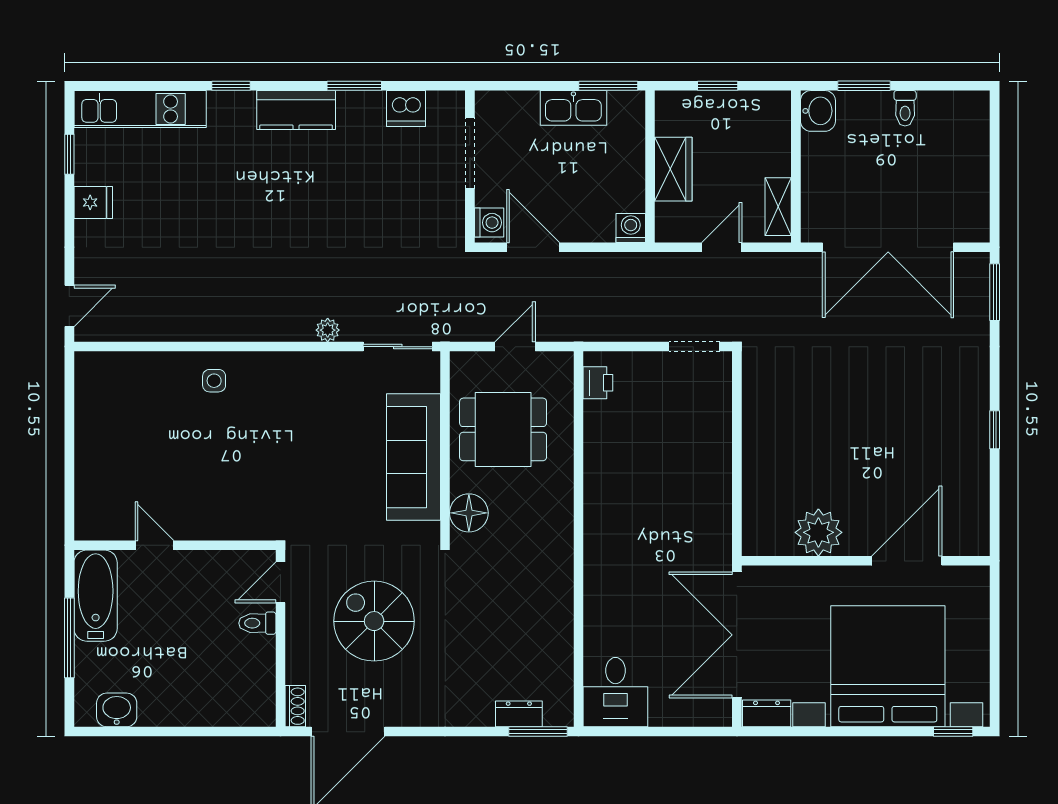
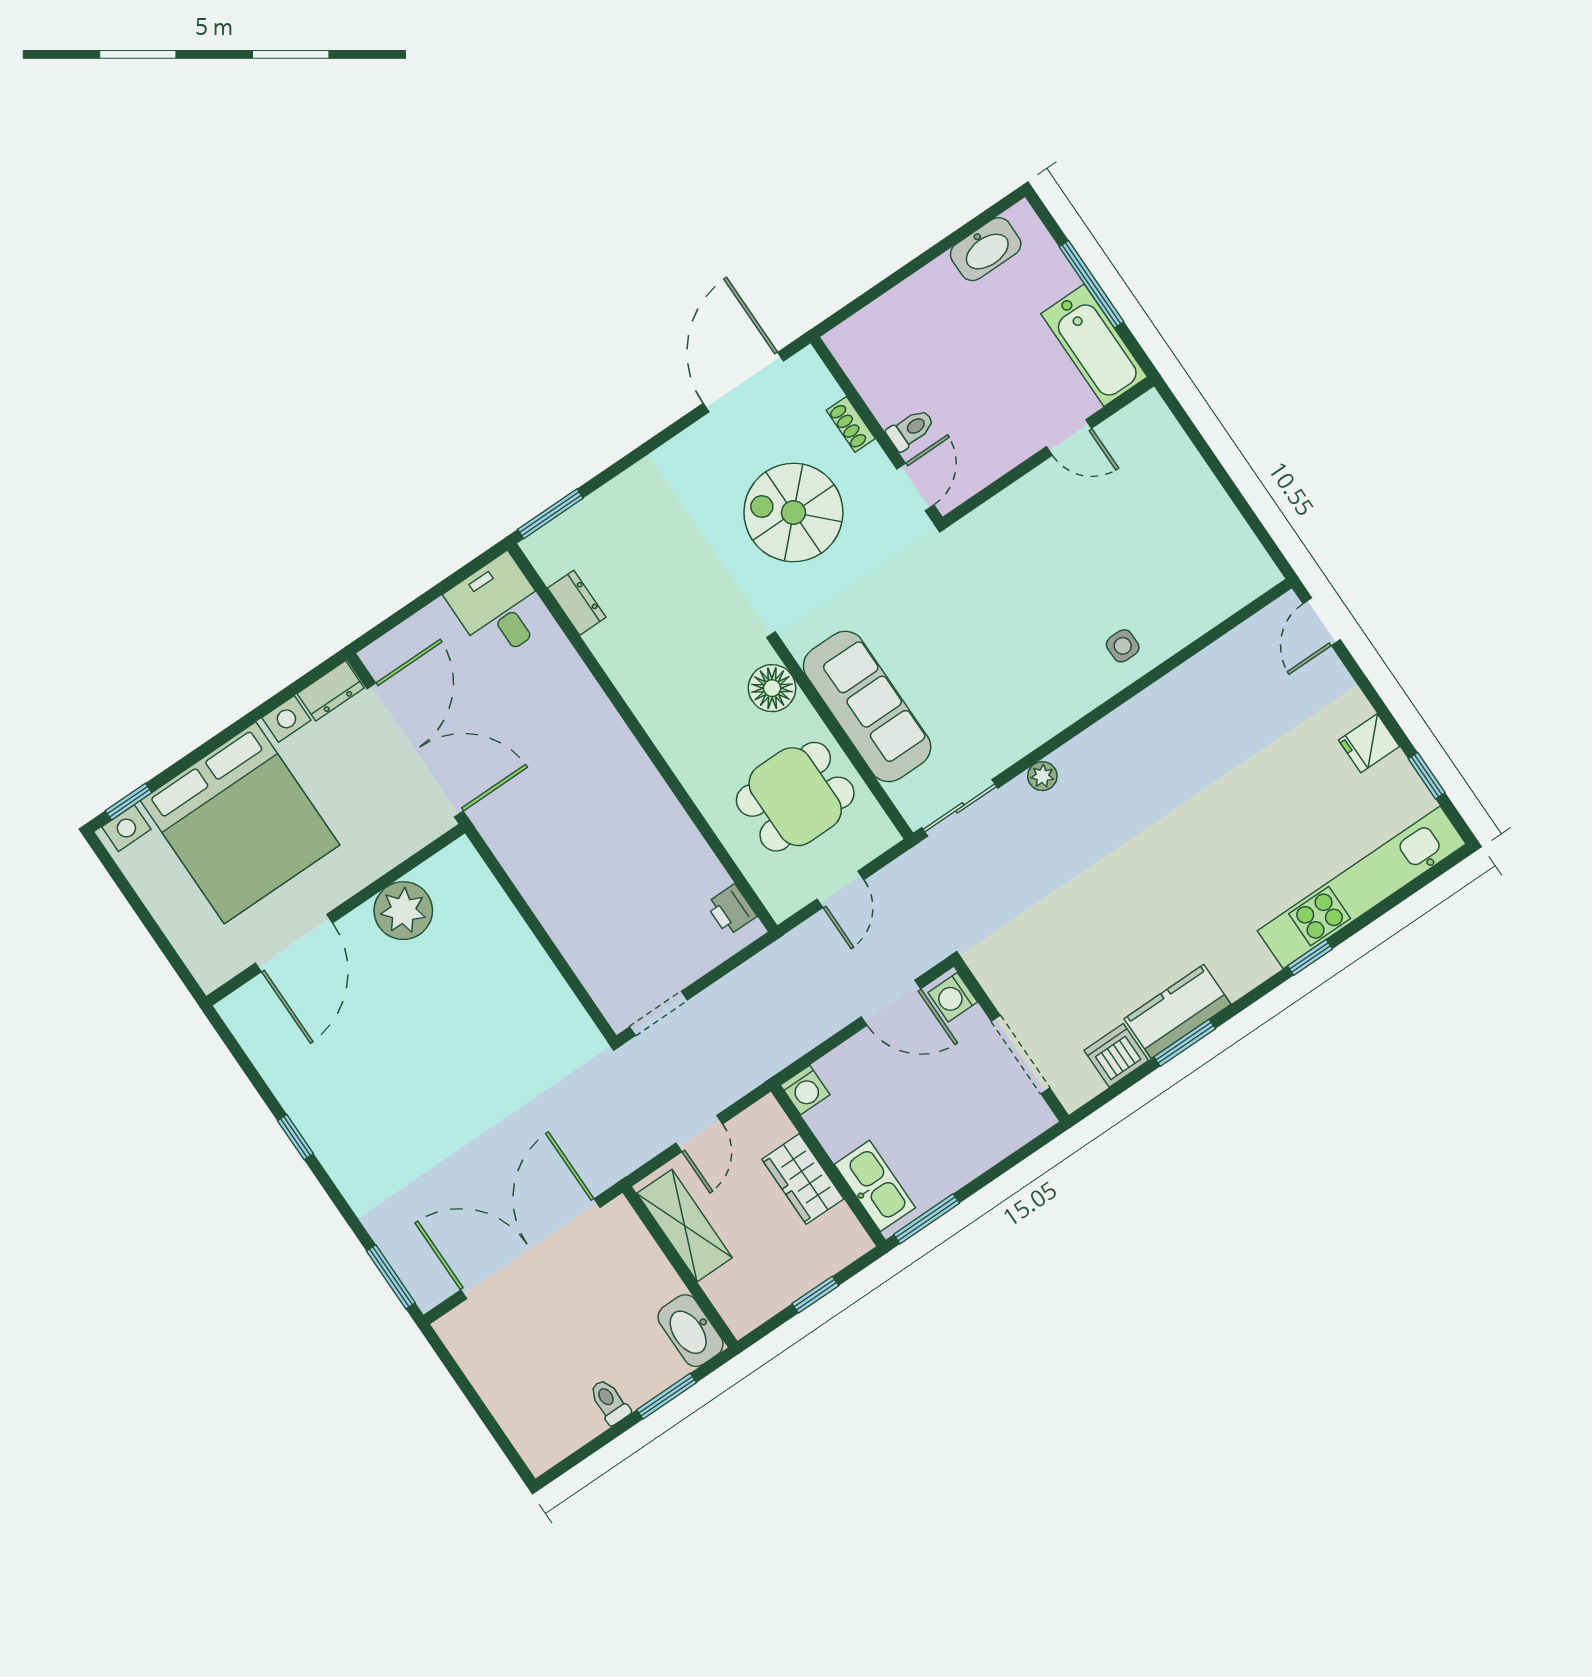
kitchen sink: (573, 108) -> (875, 1186), moved, turned 90
kitchen unit: (140, 109) -> (1362, 887), width x1.36
kitchen counter: (296, 110) -> (1177, 1012), moved
washbasin: (818, 111) -> (691, 1331), width x1.38
shelving: (778, 207) -> (685, 1225), width x1.50, depth x1.33
spiral stairs: (374, 621) -> (793, 512), turned 180
shoe rack: (295, 706) -> (851, 424), moved
washbasin: (117, 710) -> (986, 249), width x1.38
dresser: (519, 714) -> (577, 603), moved, turned -90

